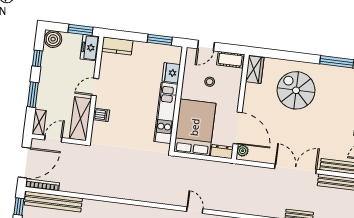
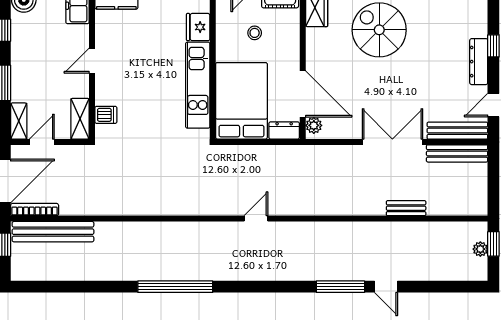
dishwasher: (101, 115) -> (106, 115), moved
shelving: (80, 119) -> (80, 119), width x0.67, depth x0.75
door: (195, 210) -> (256, 219), hinge flipped

